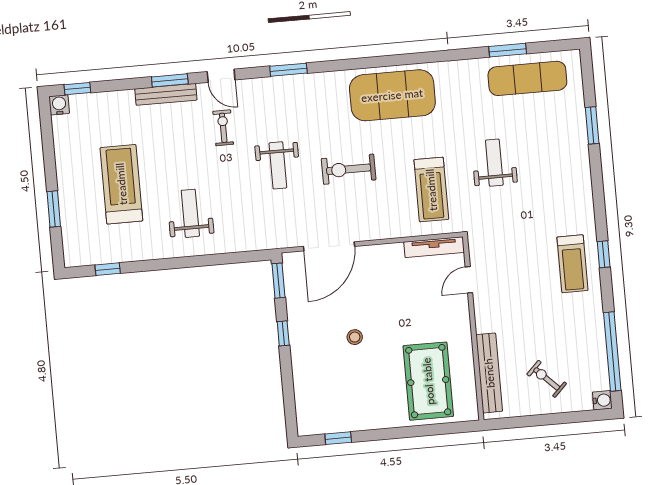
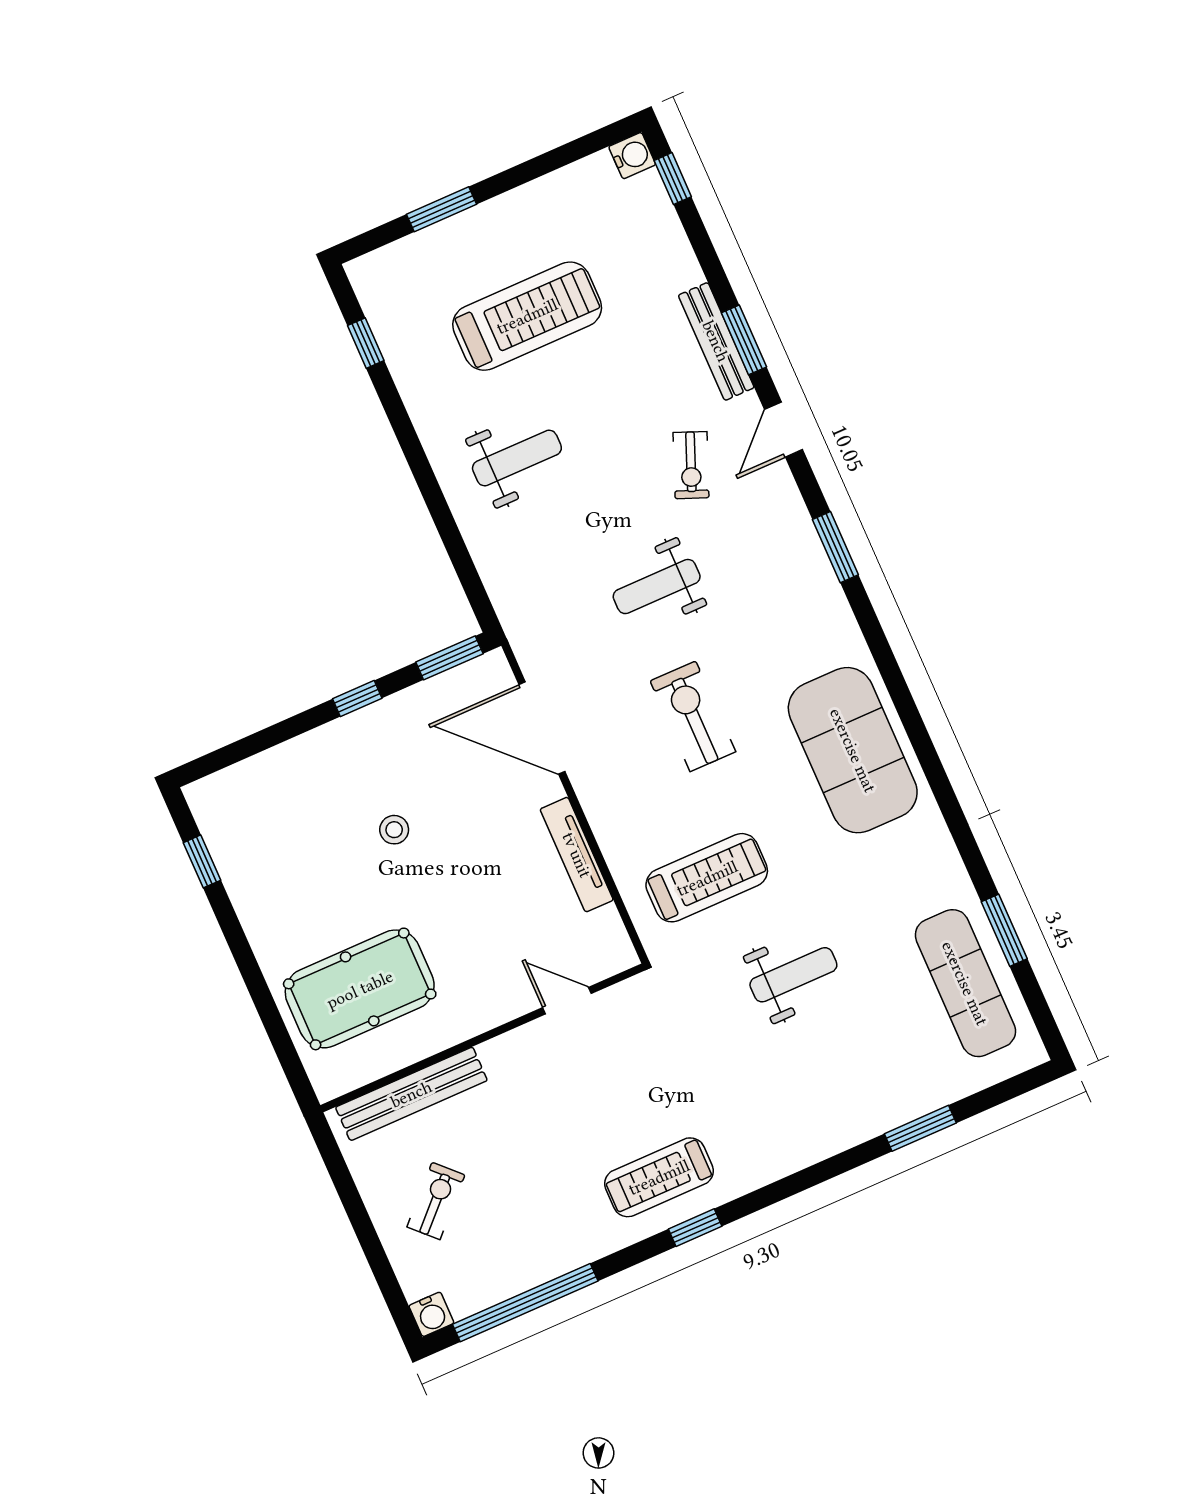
exercise bike: (223, 128) -> (691, 465), turned 112
treadmill: (431, 190) -> (707, 878), turned 180
tv unit: (434, 247) -> (577, 855), moved

